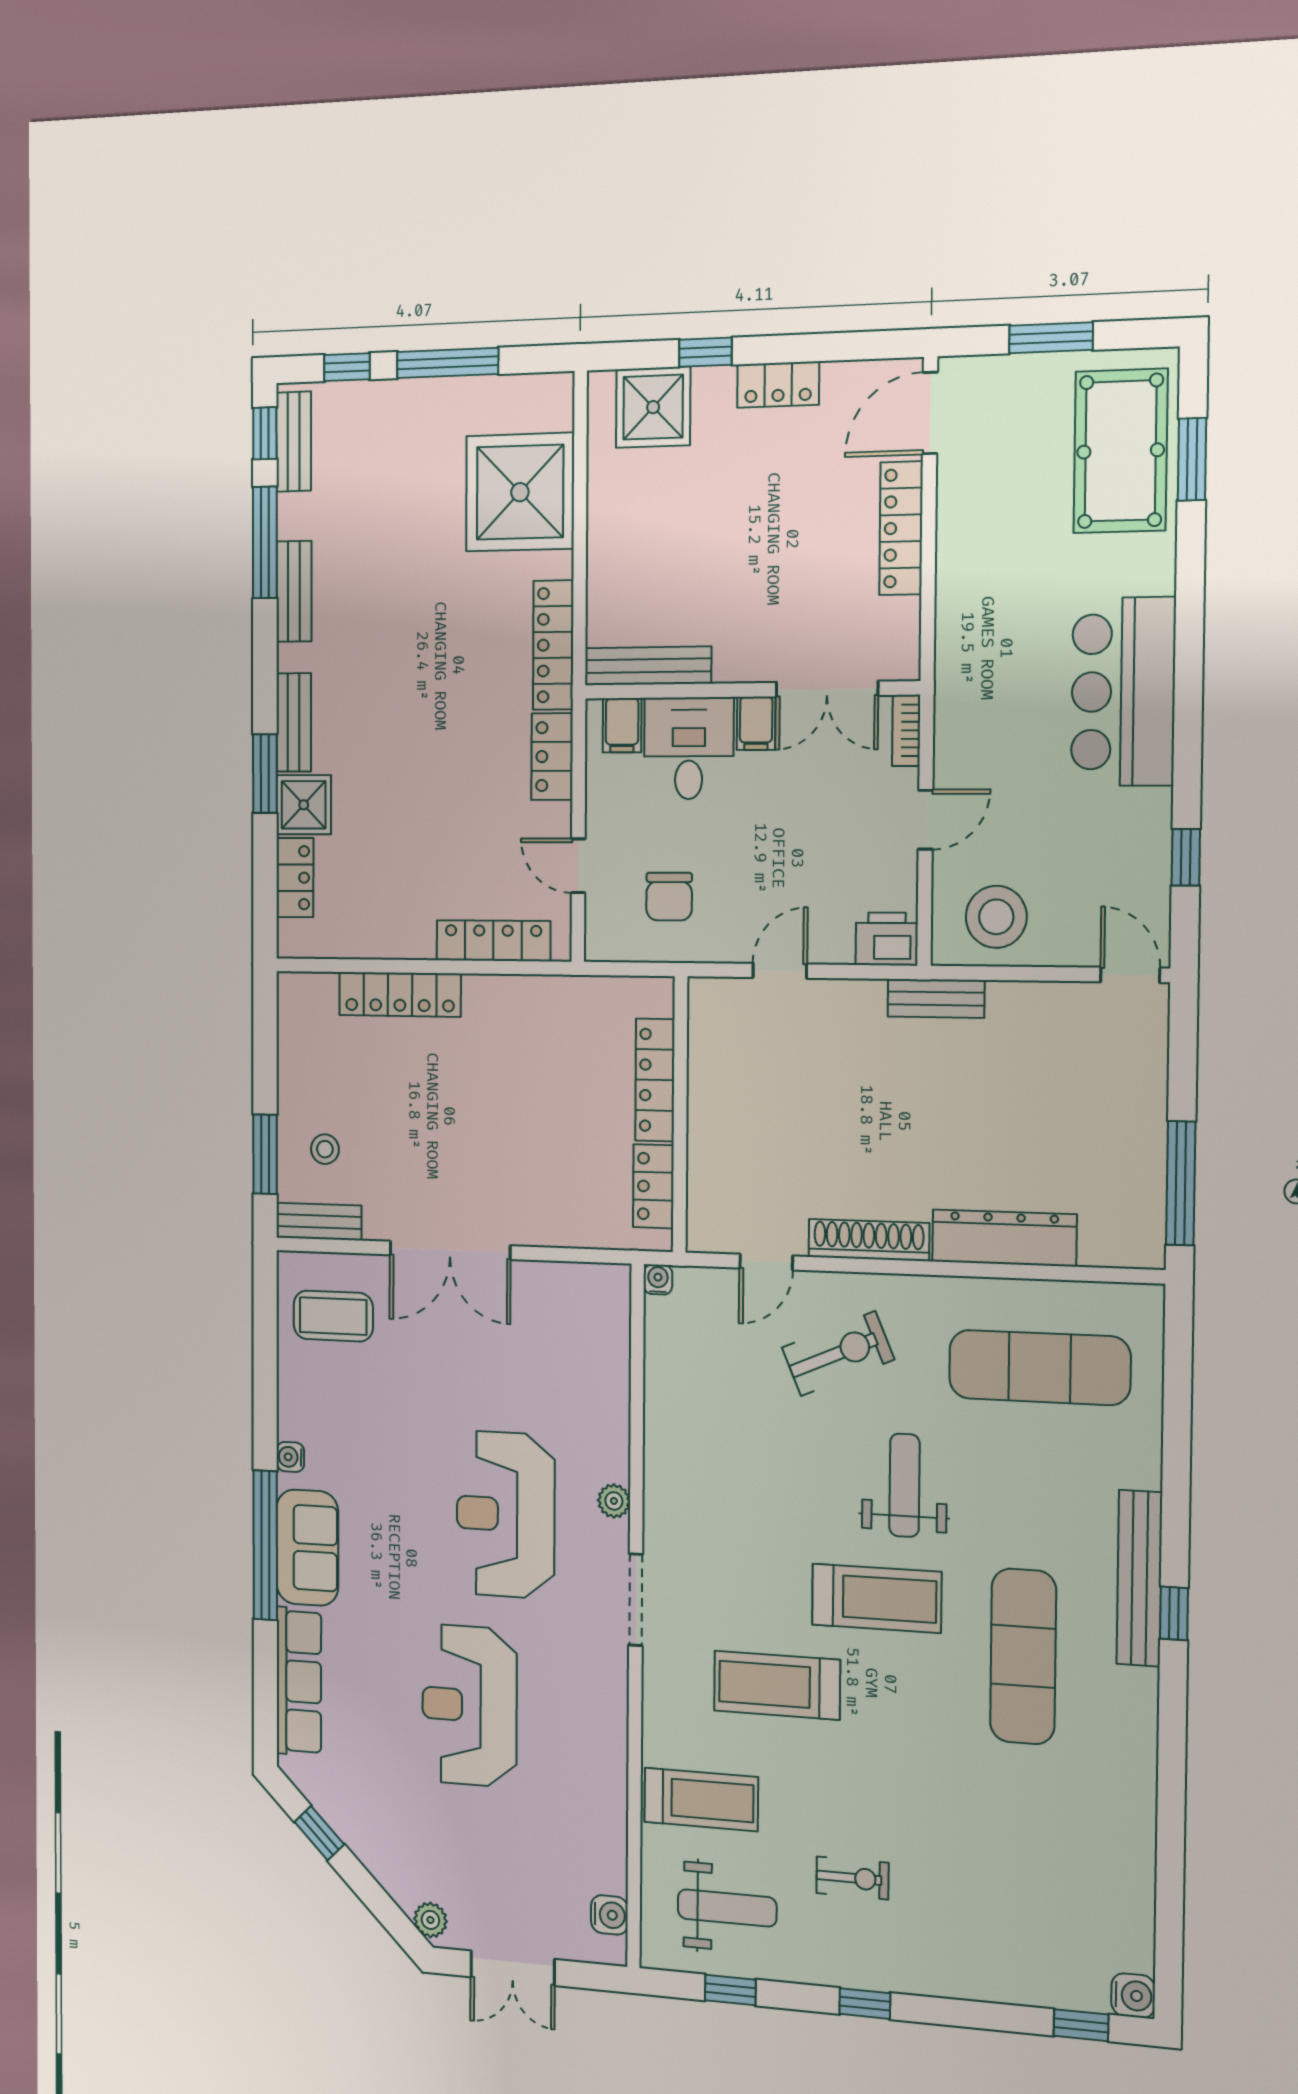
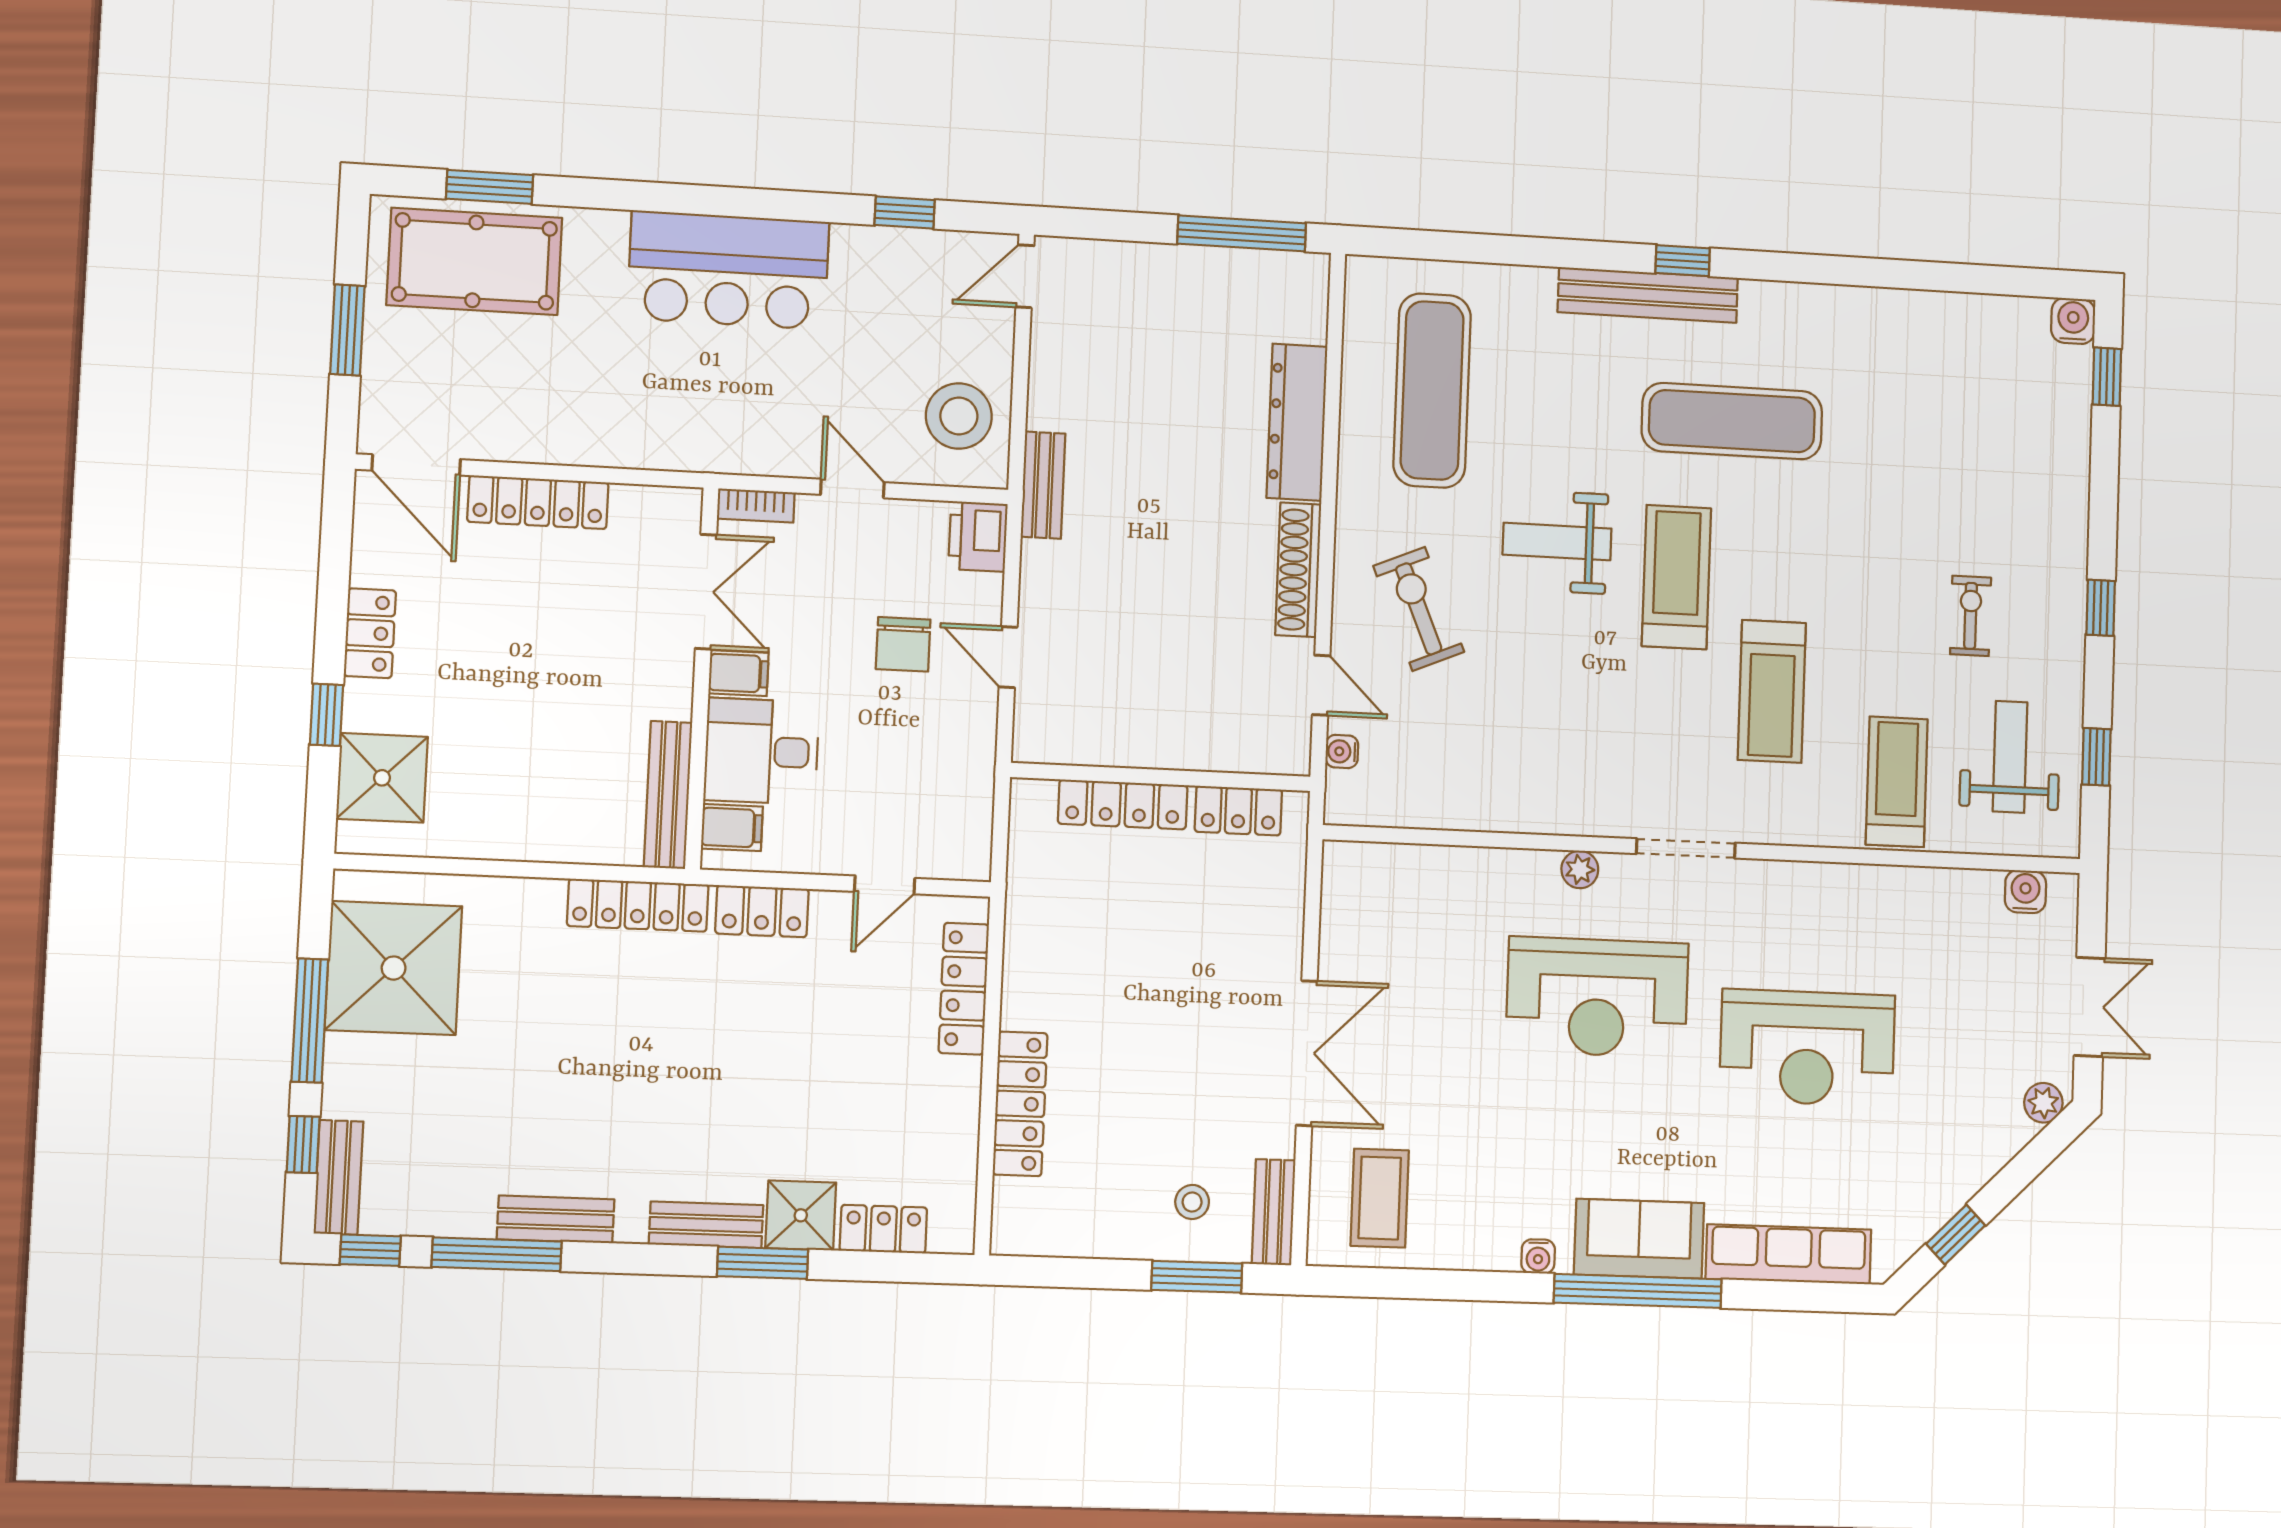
bench: (294, 442) -> (338, 1177), moved, turned 90
shower: (520, 492) -> (394, 968), moved
chair: (669, 897) -> (903, 644), moved, turned 90
water cooler: (658, 1280) -> (1342, 751), moved

